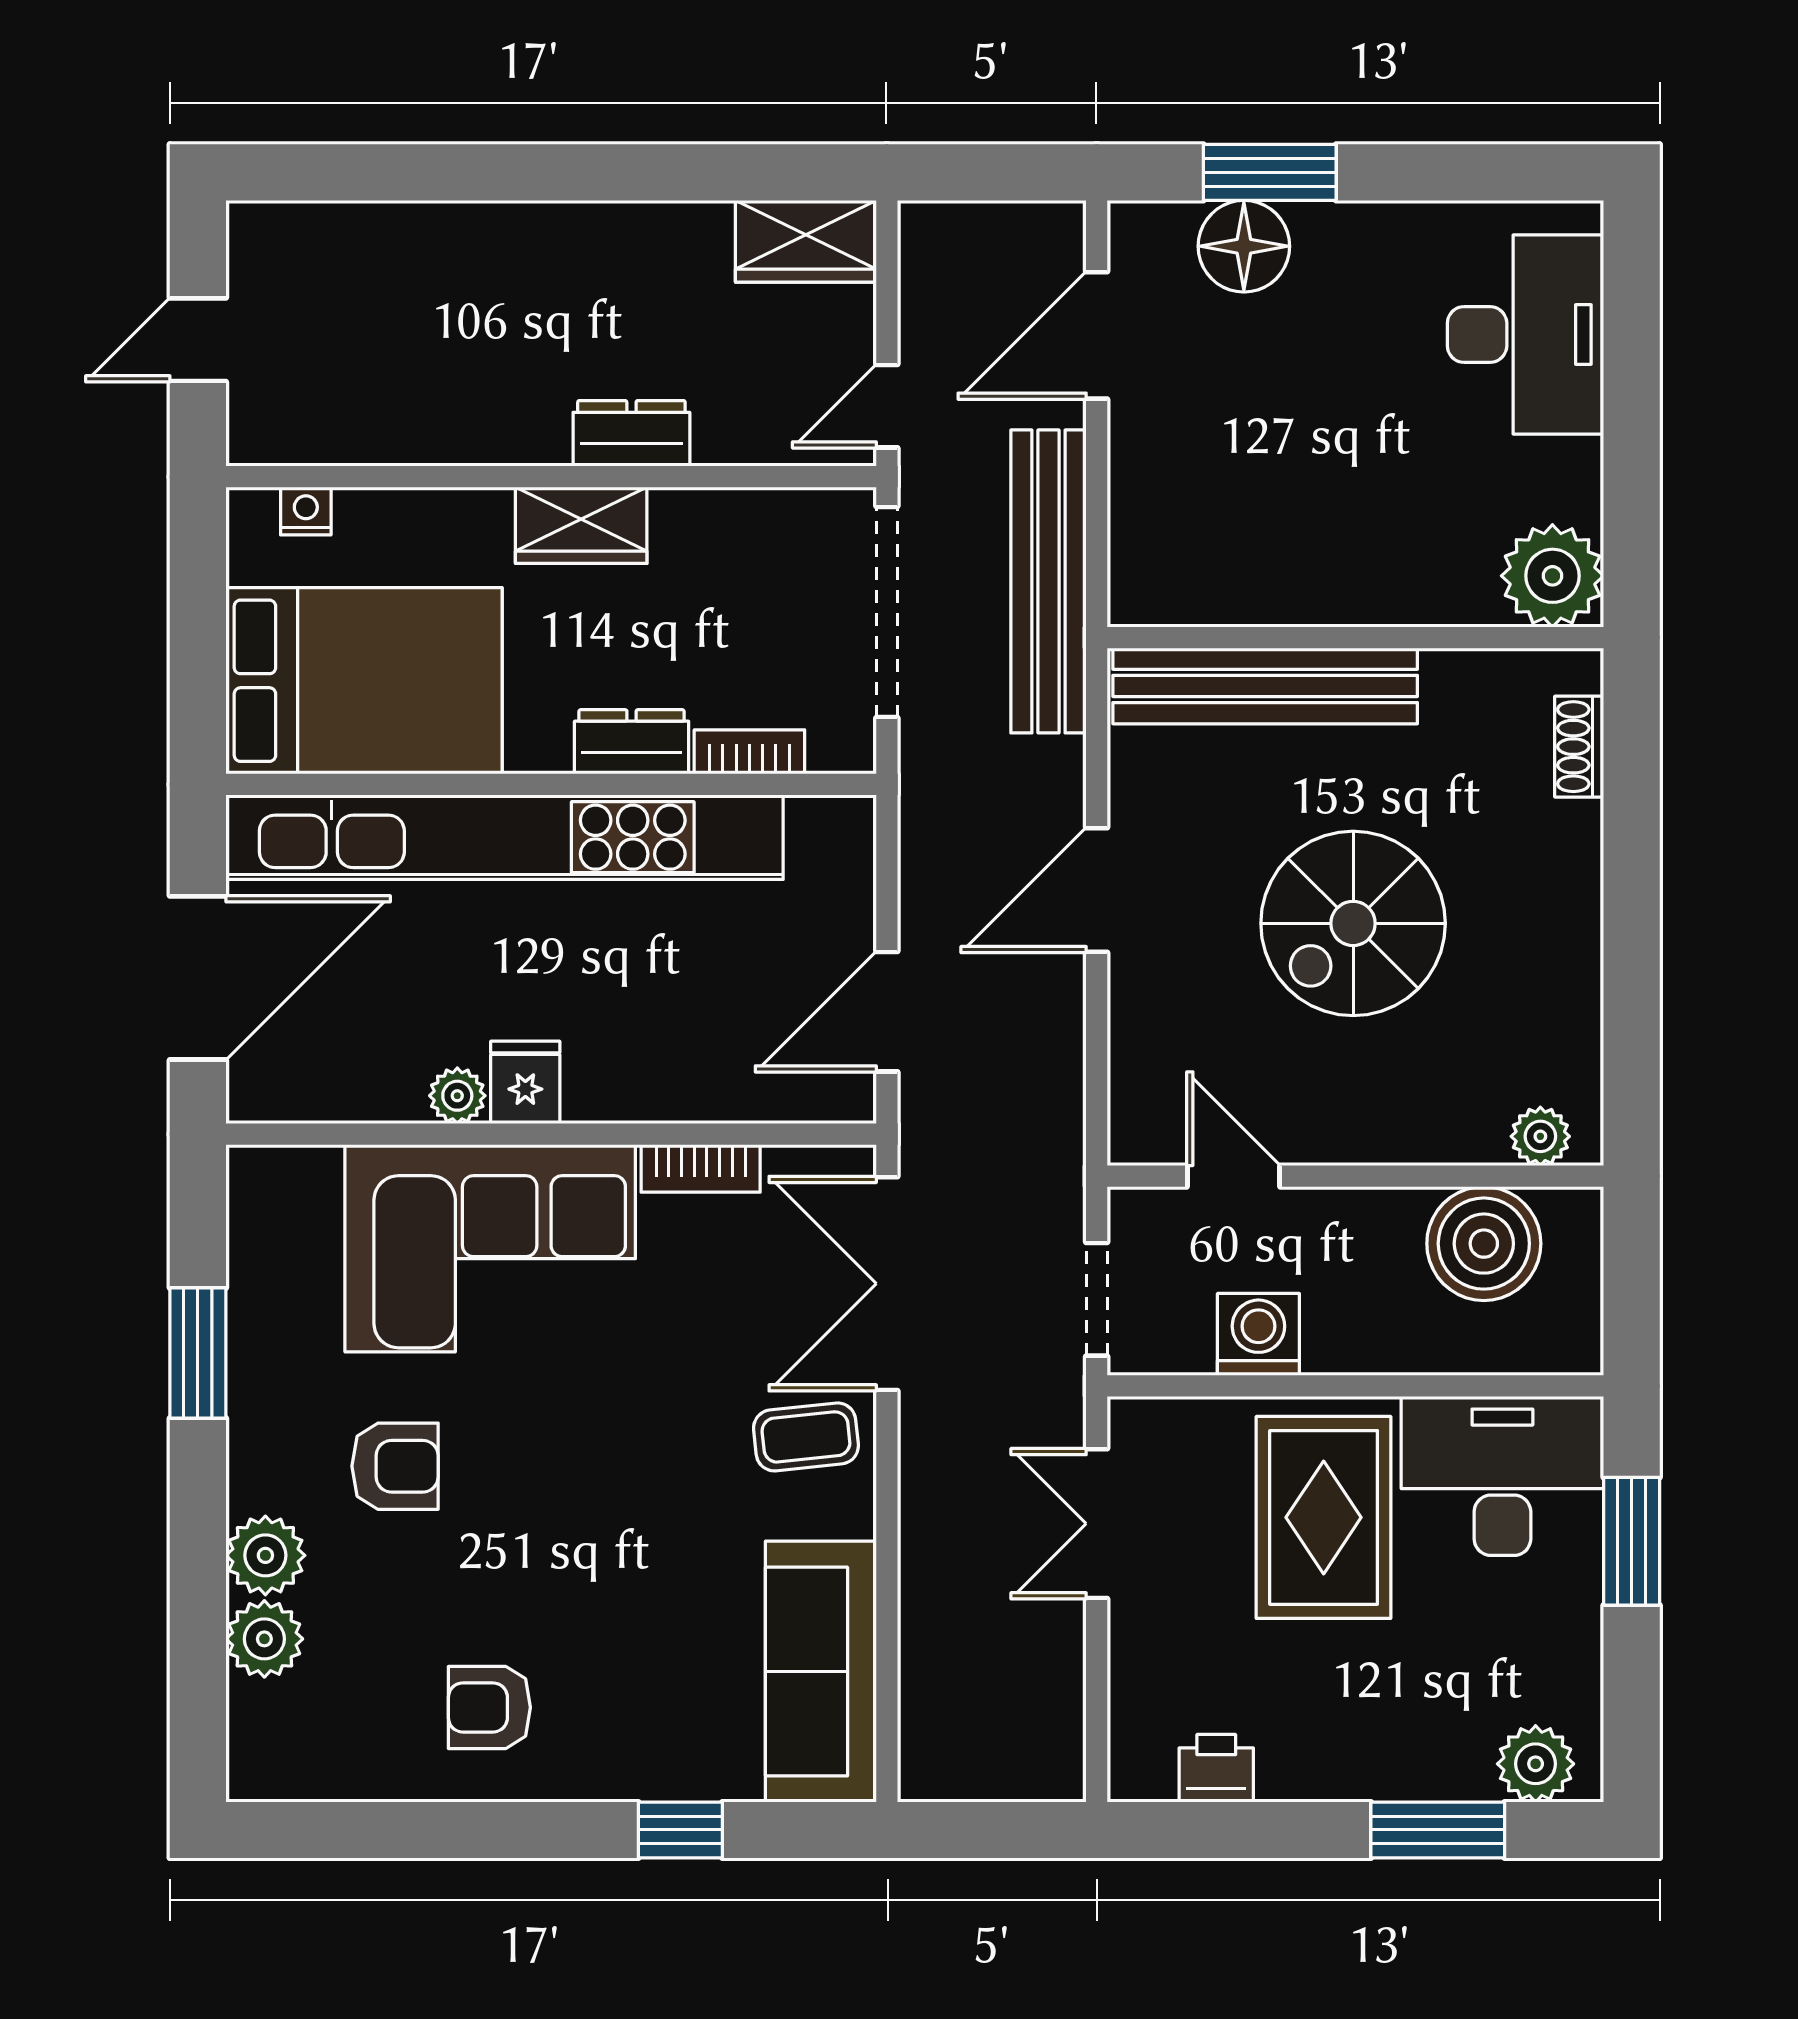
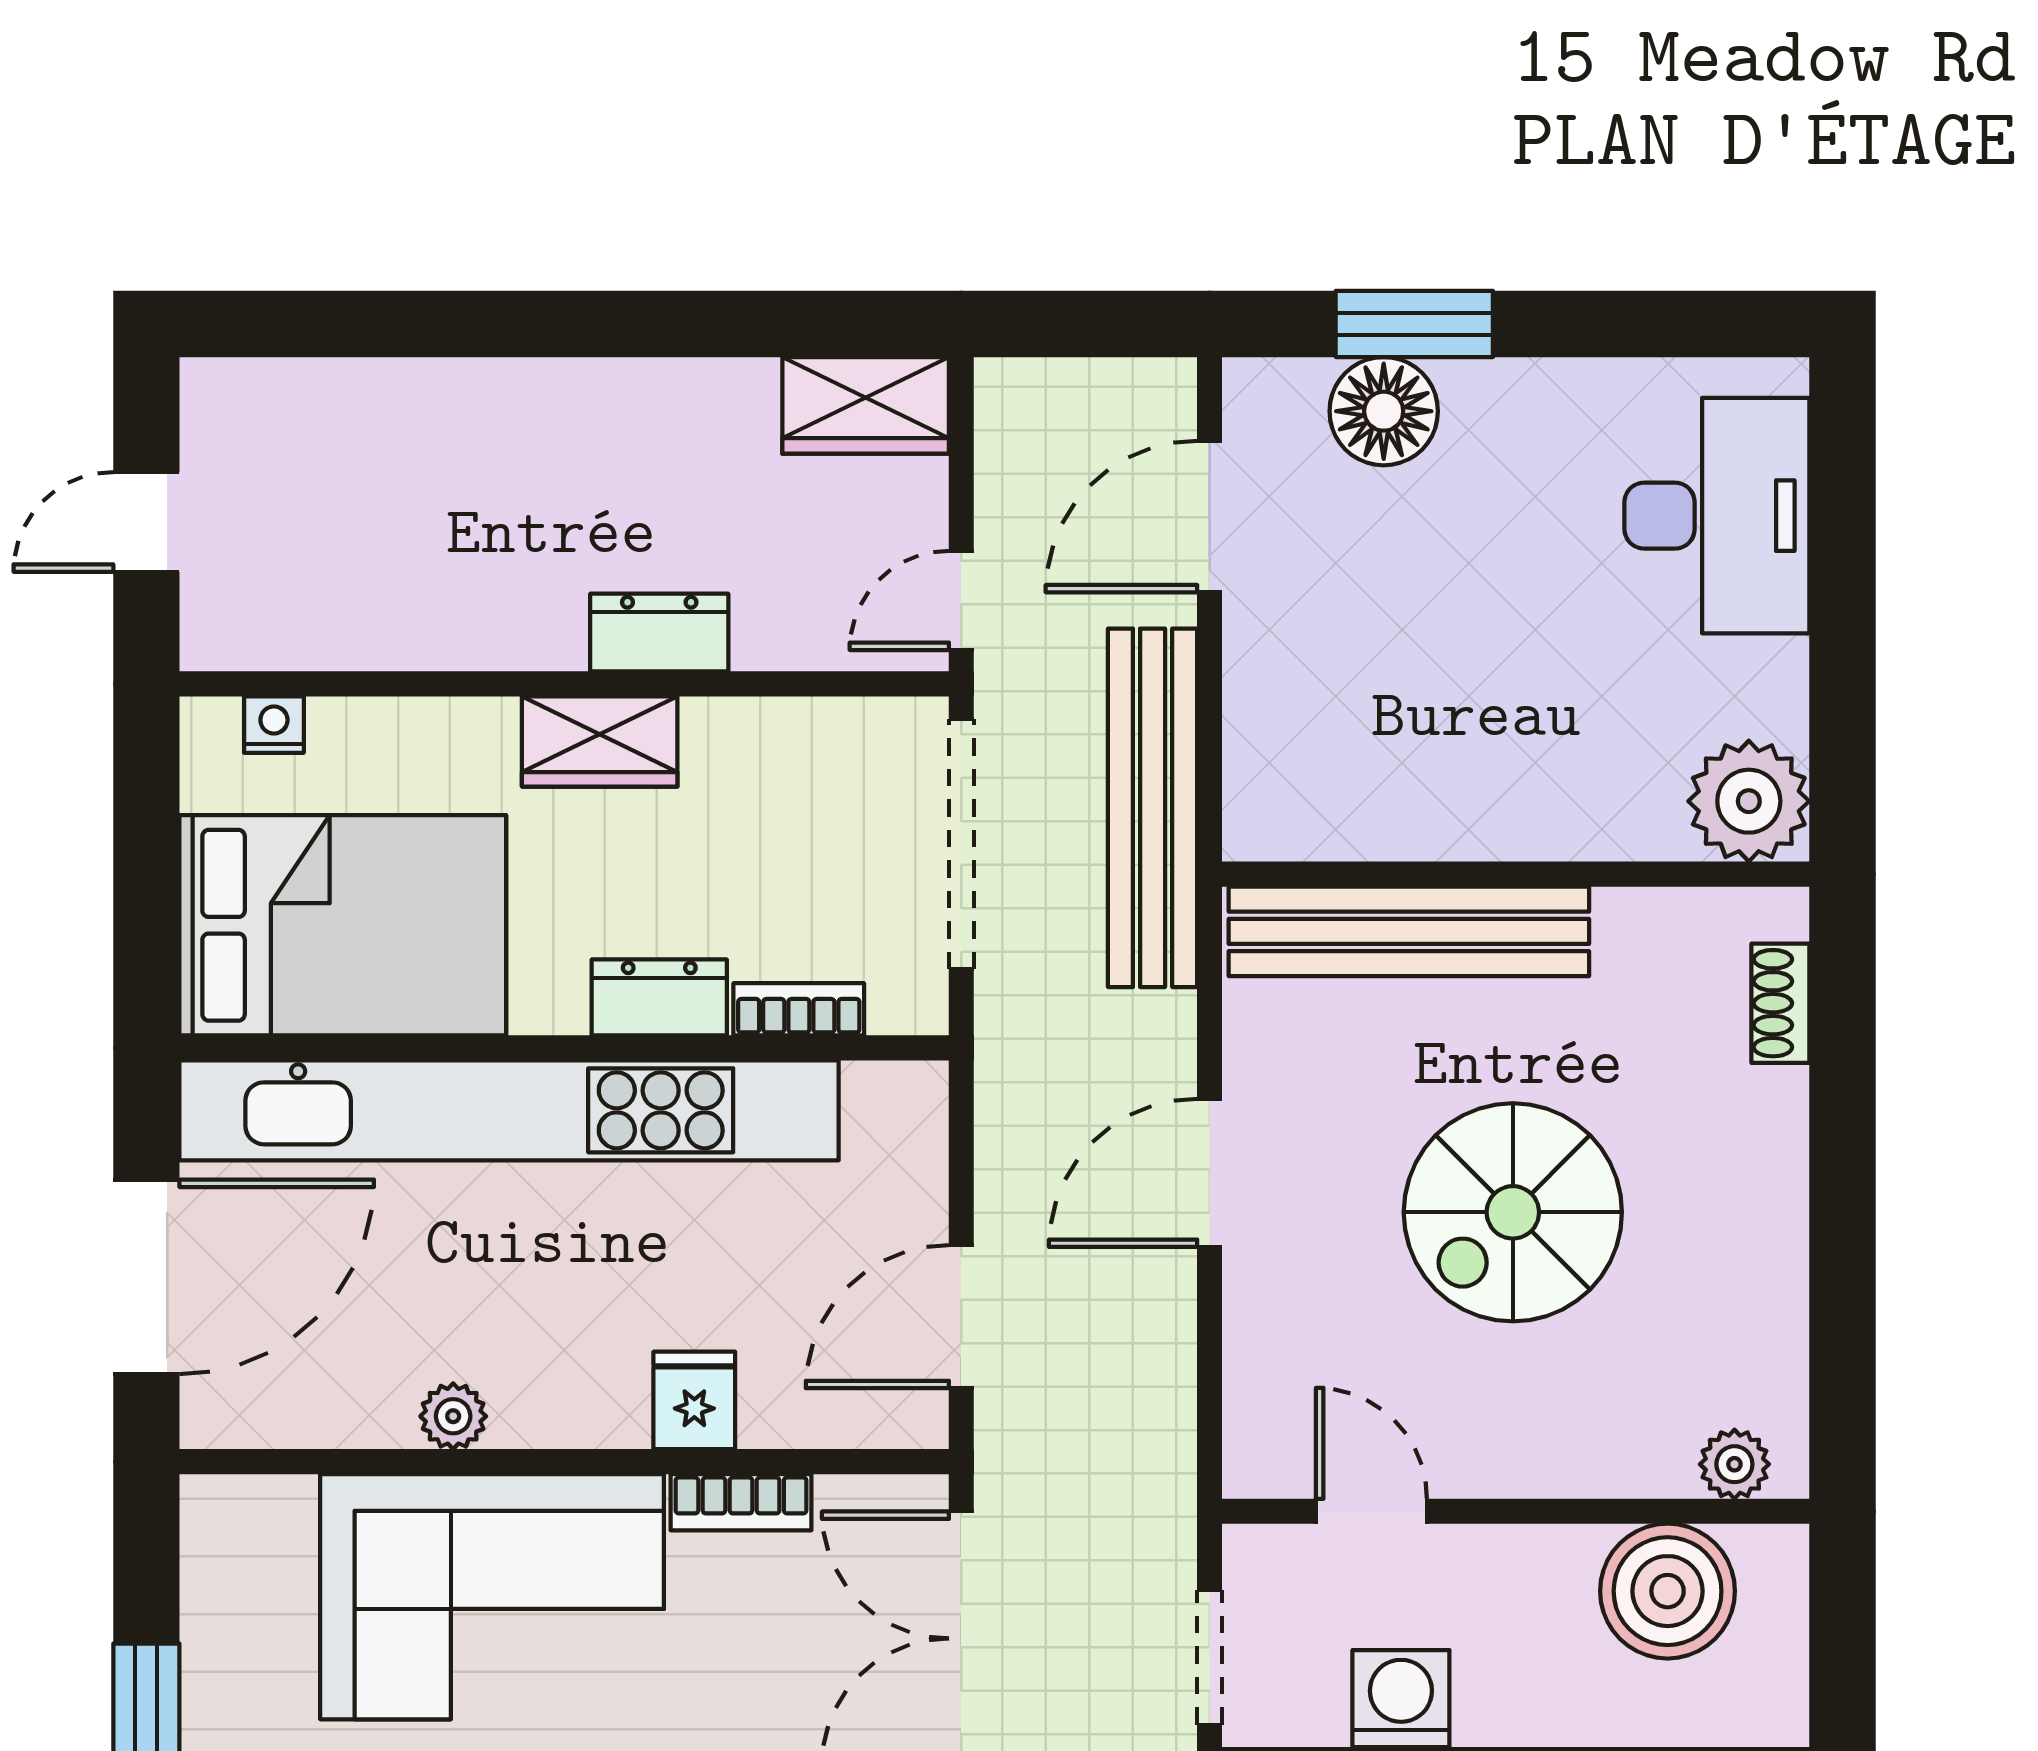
fridge: (525, 1082) -> (694, 1400), moved

